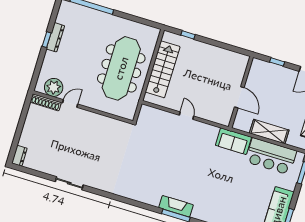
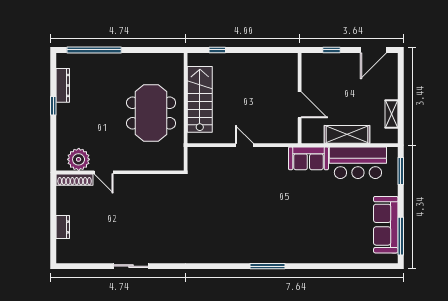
dresser: (55, 37) -> (63, 85), moved
meeting table: (121, 68) -> (151, 113), width x0.73
door: (70, 103) -> (104, 172), swing flipped
dresser: (19, 156) -> (63, 227), moved
fireplace: (176, 206) -> (264, 255), removed

